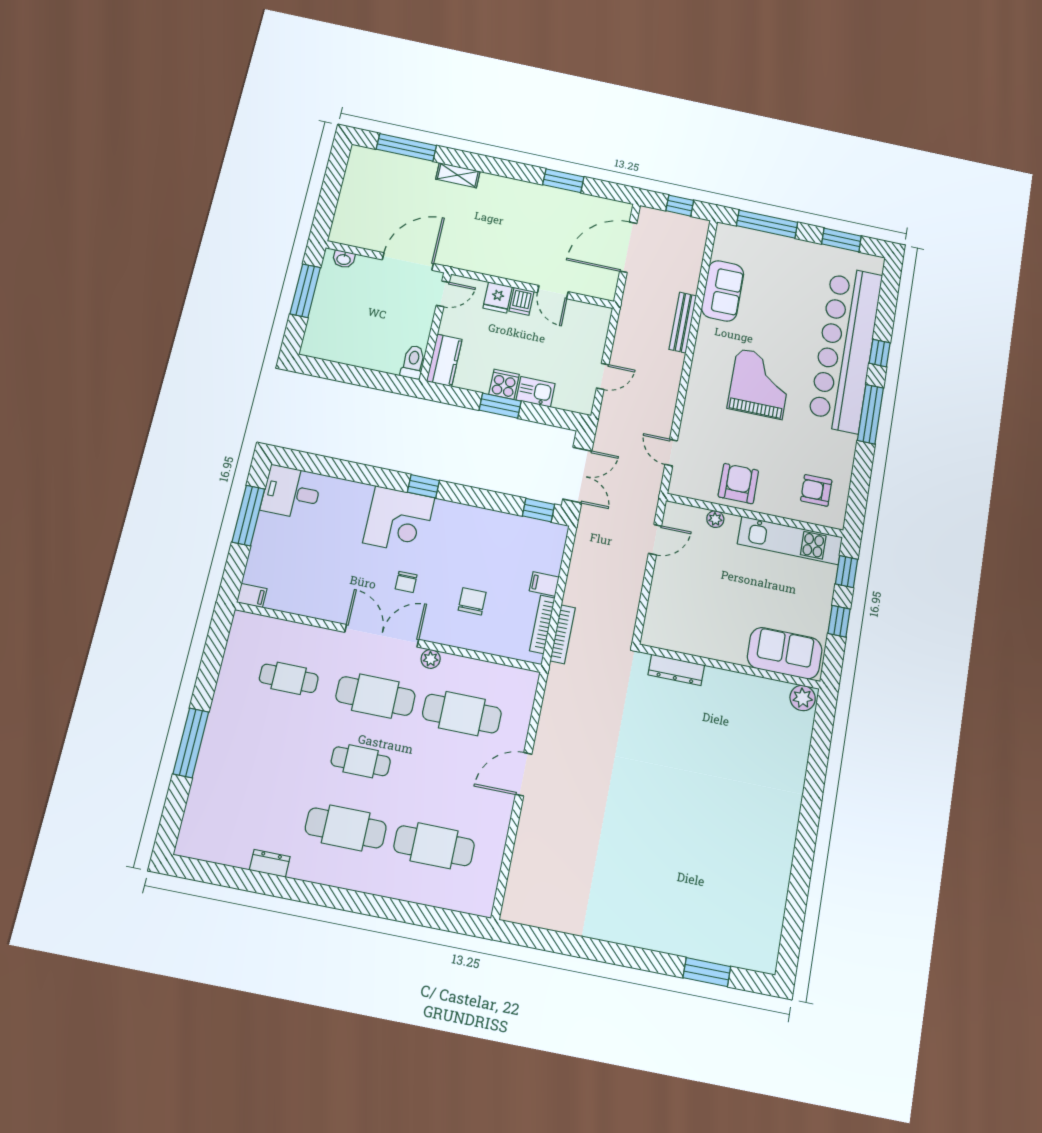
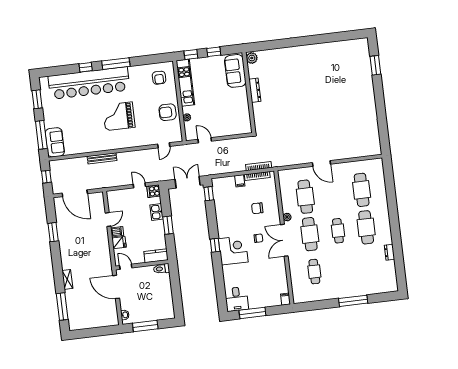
sofa: (723, 291) -> (55, 142), moved, turned 90
cooker: (504, 384) -> (154, 191), moved
dresser: (676, 670) -> (255, 90), moved

